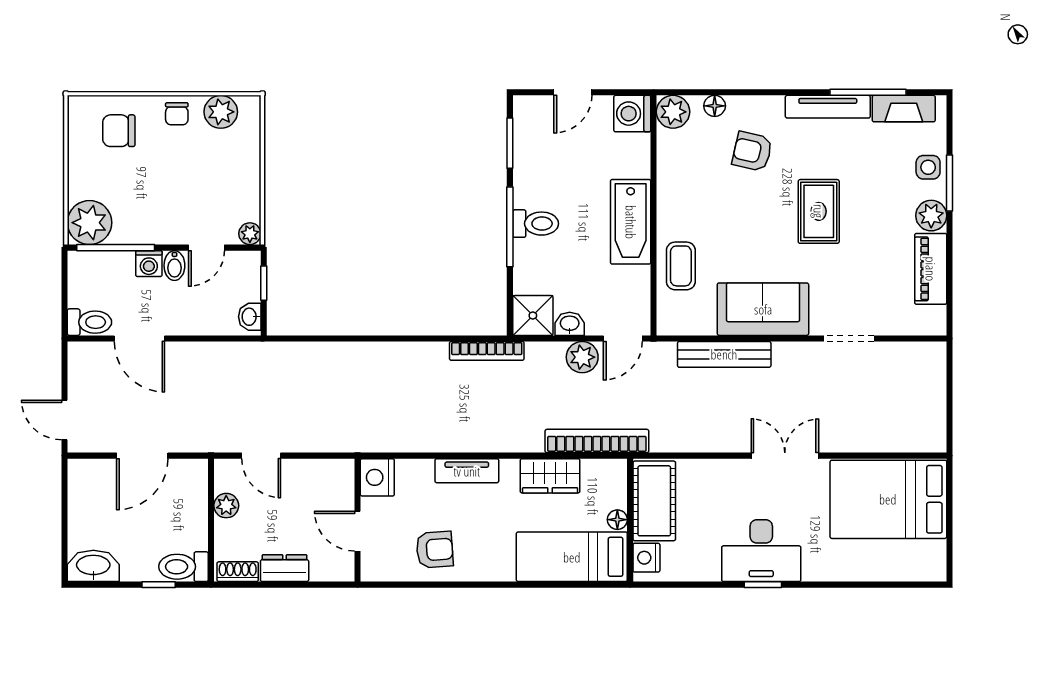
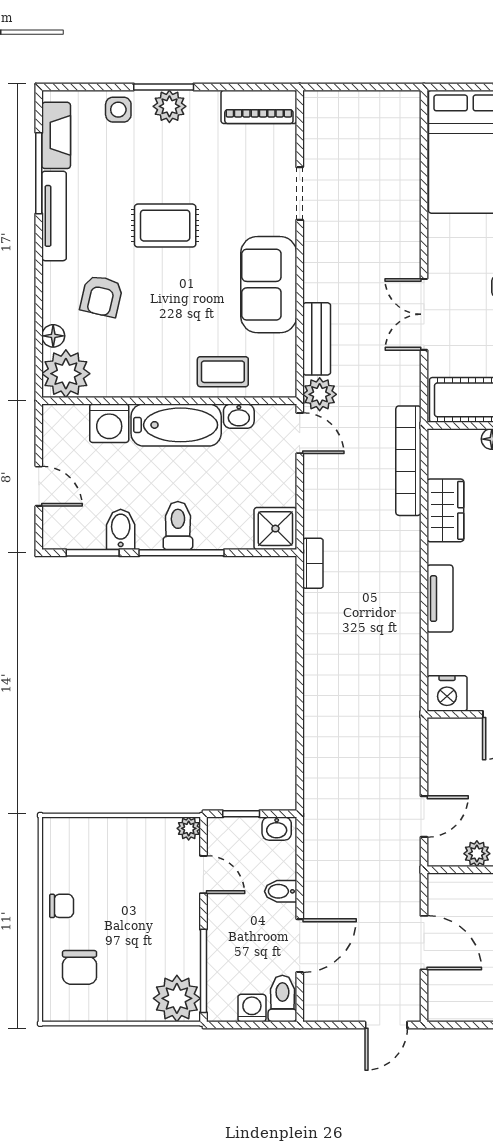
plant: (221, 112) -> (60, 859), removed
plant: (673, 112) -> (66, 374), width x1.36, depth x1.36
washing machine: (632, 114) -> (109, 423), moved
bidet: (532, 169) -> (121, 529), added
window: (950, 183) -> (164, 87), moved
washing machine: (149, 264) -> (252, 1008), moved, turned -90
bidet: (174, 266) -> (281, 891), moved, turned 180
piano: (931, 269) -> (259, 107), moved
washbasin: (570, 324) -> (239, 416), moved, turned -90
bookcase: (487, 351) -> (313, 563), width x0.64
bench: (724, 354) -> (317, 339), width x0.73
plant: (582, 357) -> (320, 394), moved
double door: (785, 456) -> (424, 314), moved

